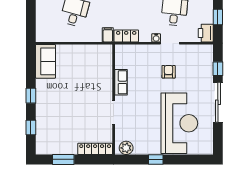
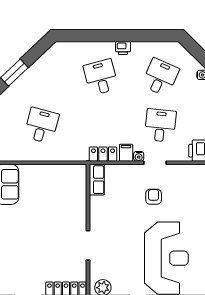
filing cabinet: (108, 35) -> (126, 153), moved
row of seats: (121, 82) -> (97, 180), moved

